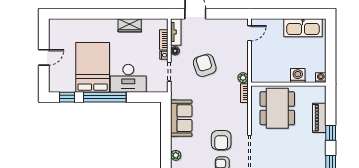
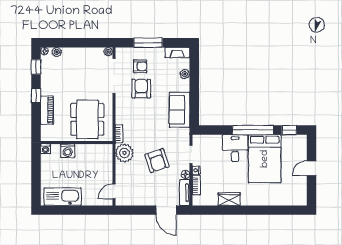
desk: (128, 78) -> (235, 148), width x0.73
plant: (243, 78) -> (124, 153), width x1.87, depth x1.87

